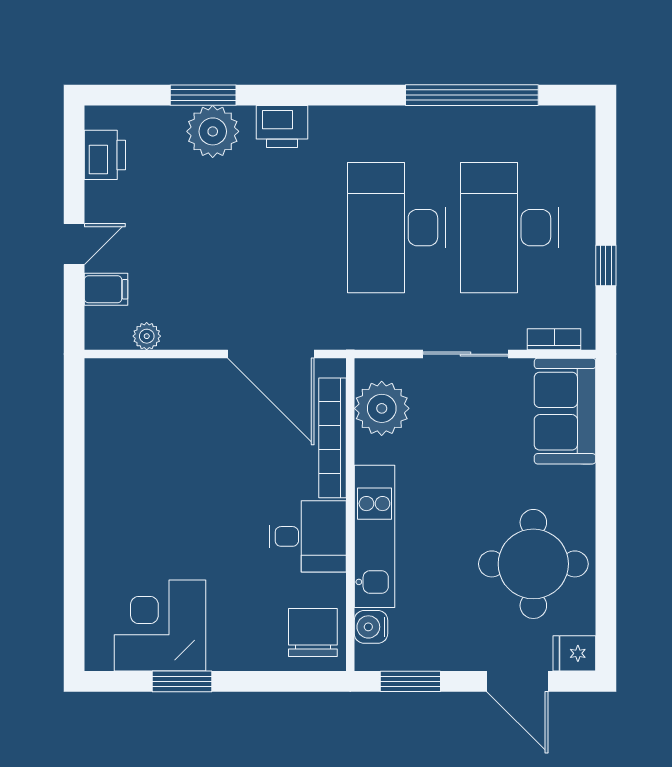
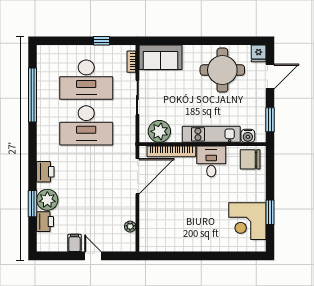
printer: (105, 155) -> (45, 222), moved, turned 90
filing cabinet: (106, 289) -> (74, 243), moved

